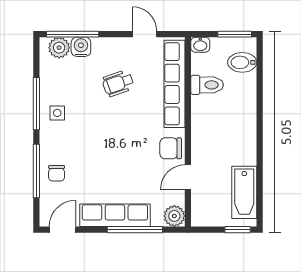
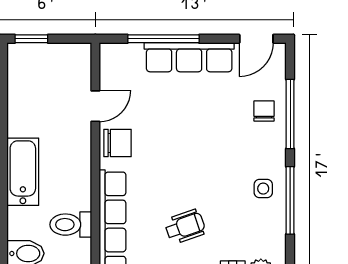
bathtub: (244, 192) -> (23, 172), moved
plant: (174, 216) -> (113, 56), removed

